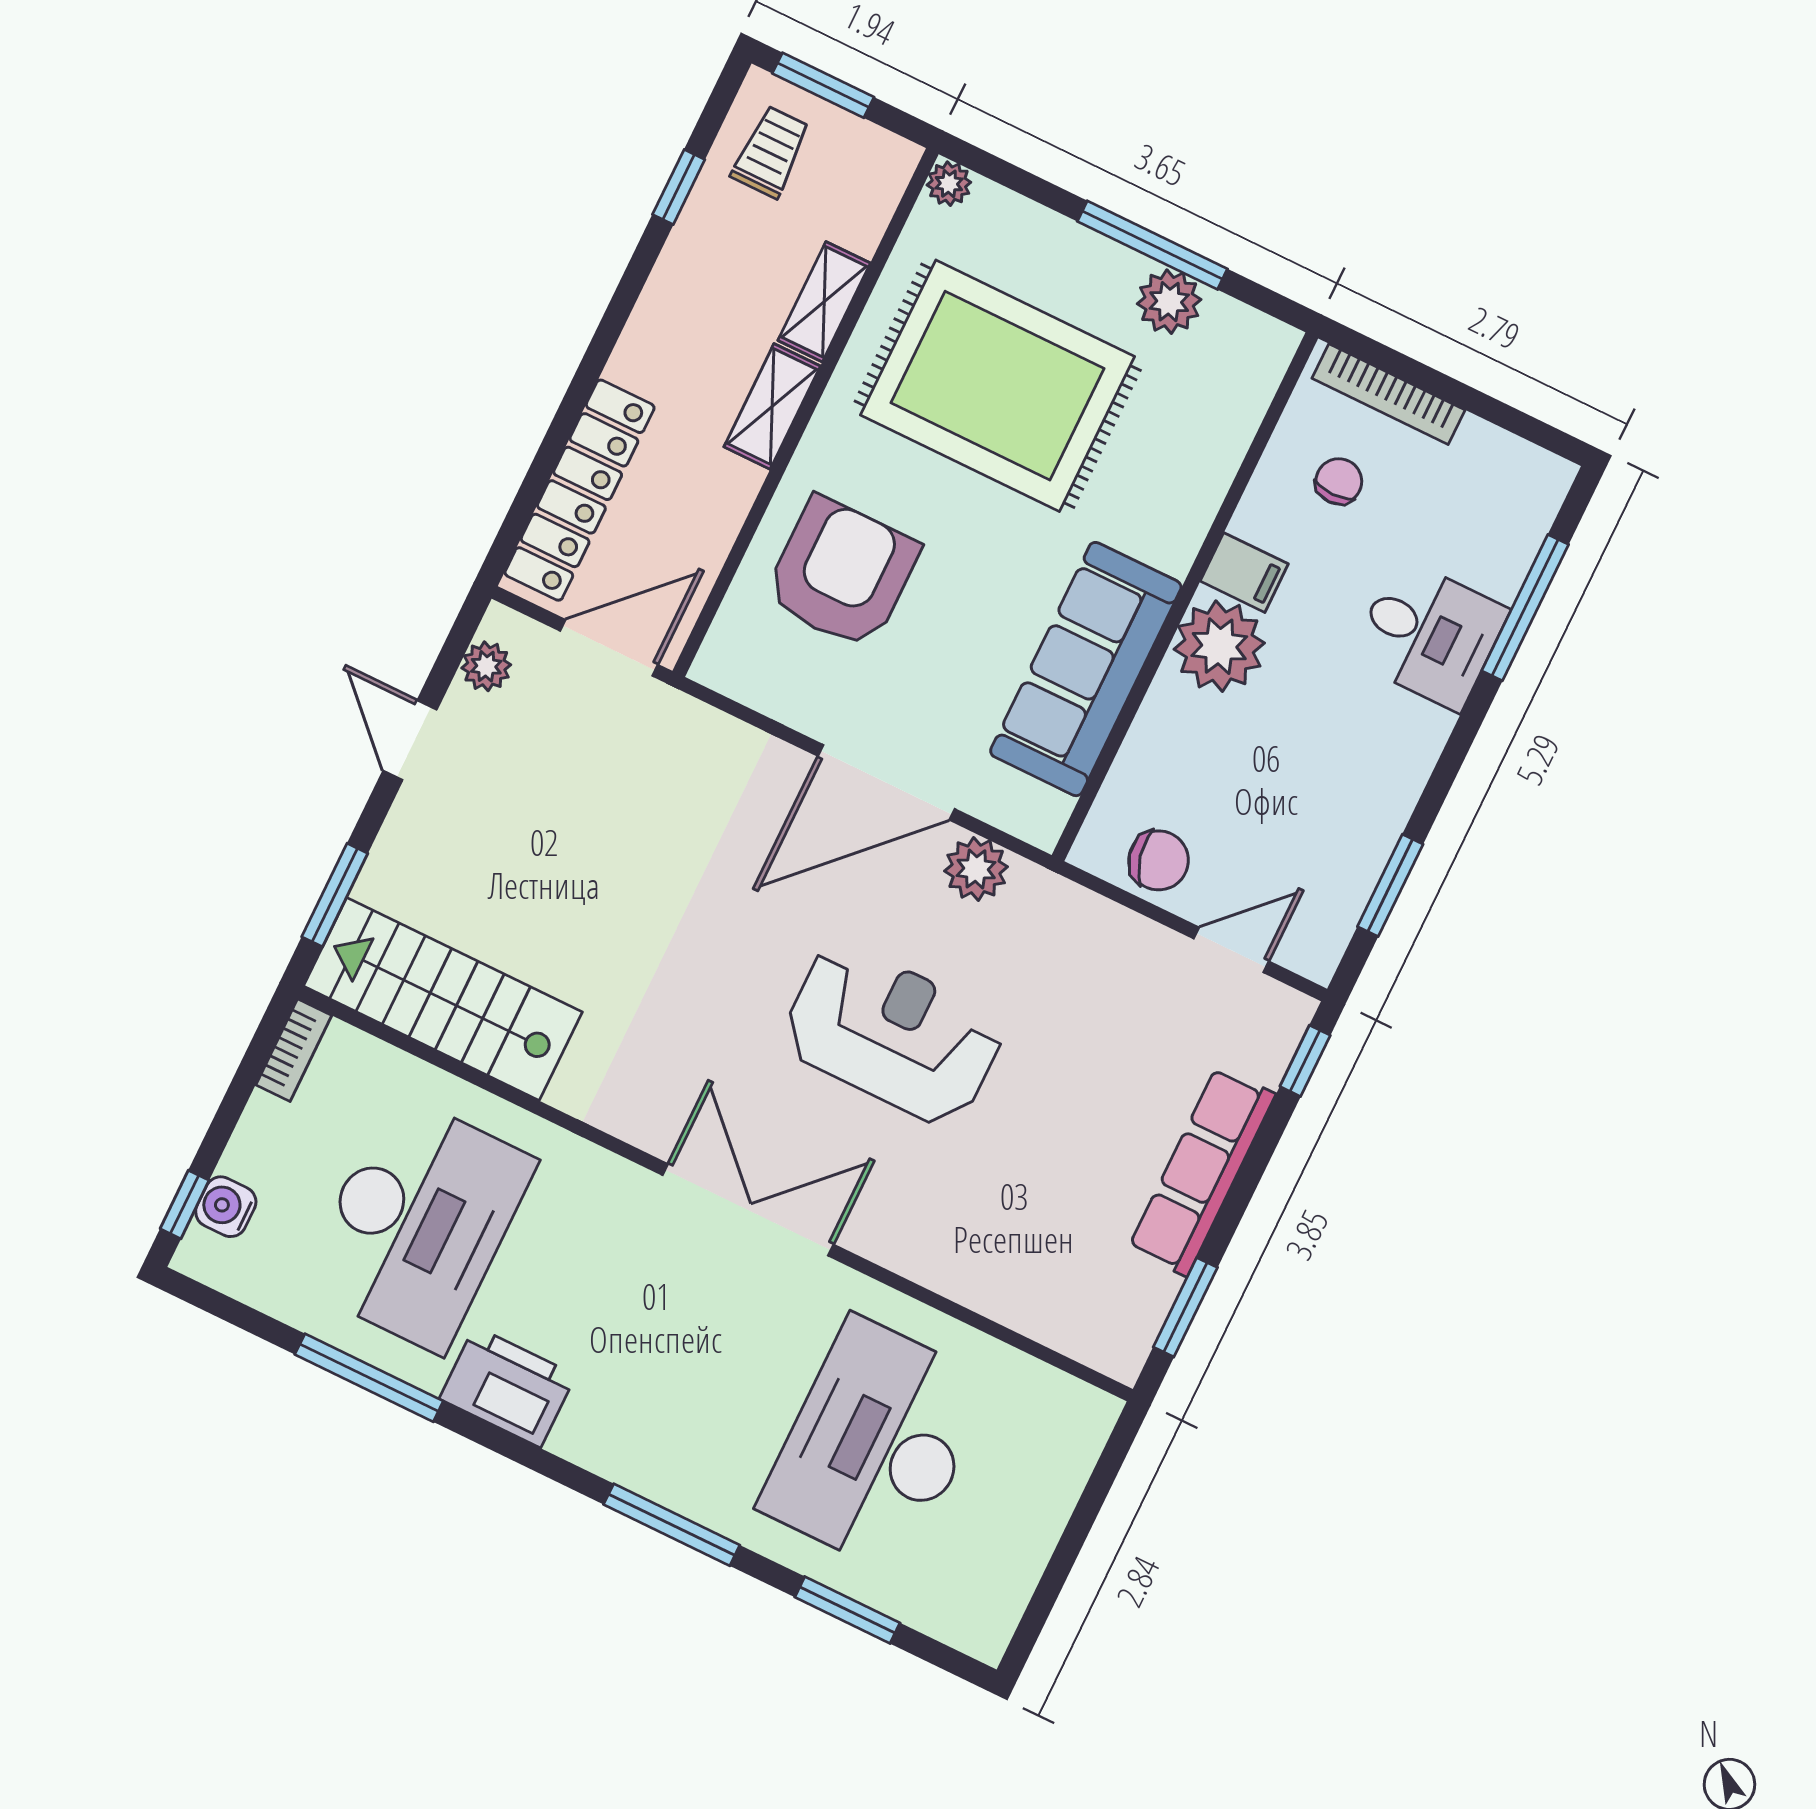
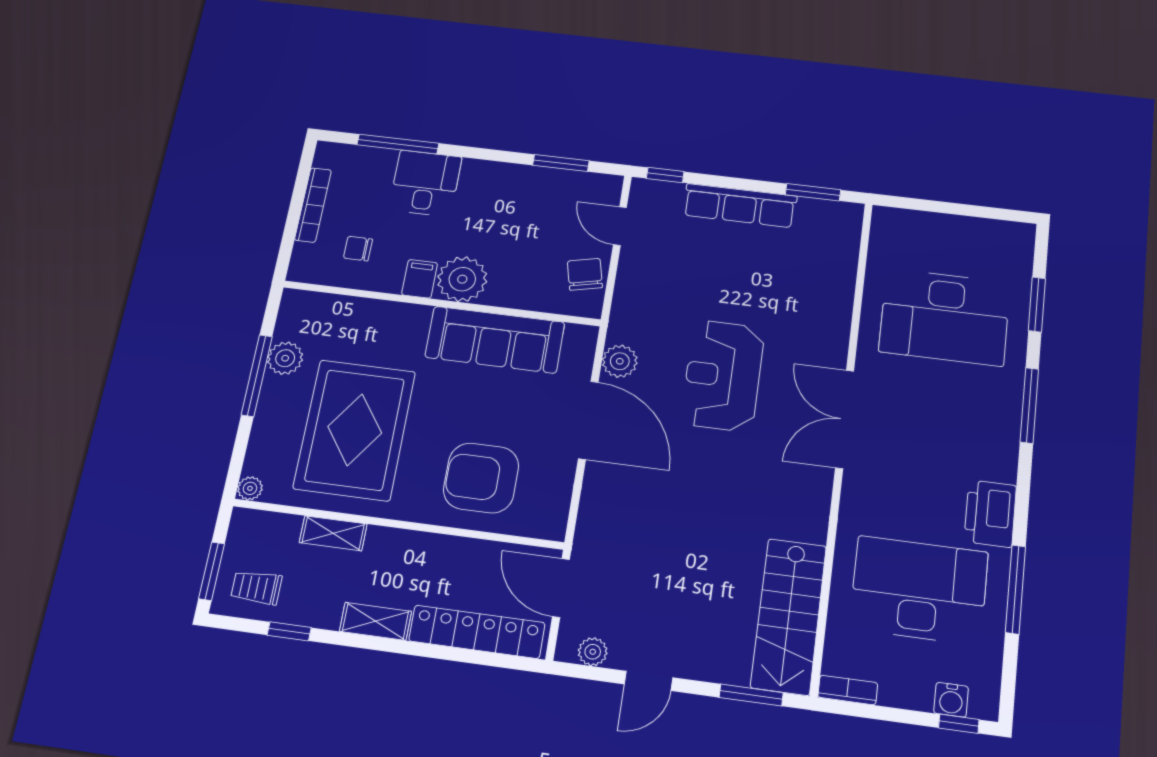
bookcase: (1388, 394) -> (313, 205), moved
shelving: (772, 406) -> (375, 621), moved

